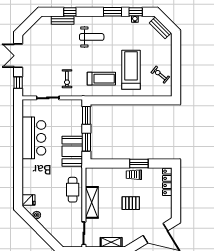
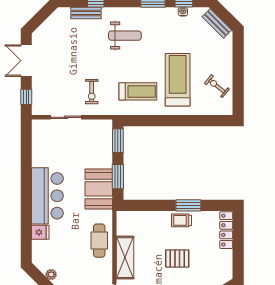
bar counter: (34, 138) -> (47, 196), moved
fridge: (29, 200) -> (40, 232), moved

